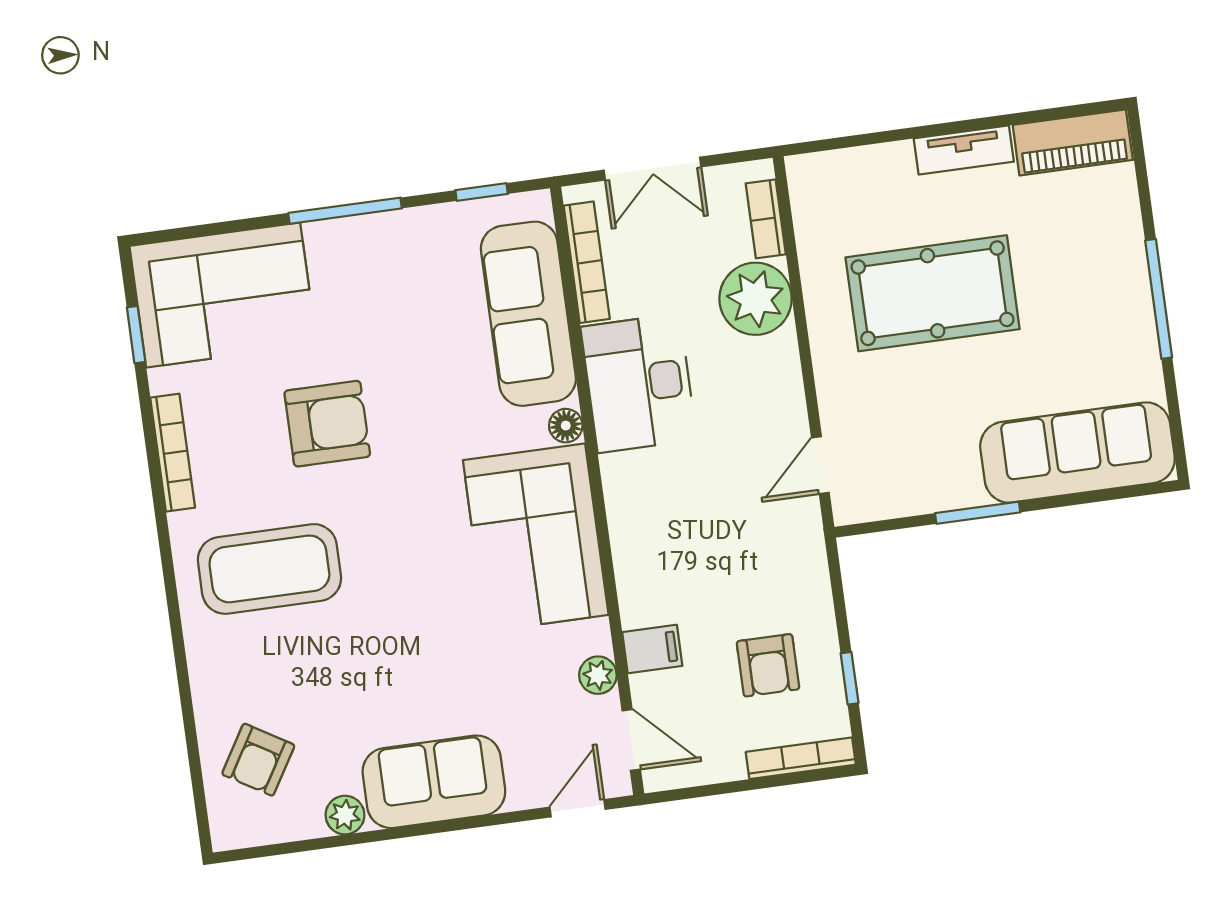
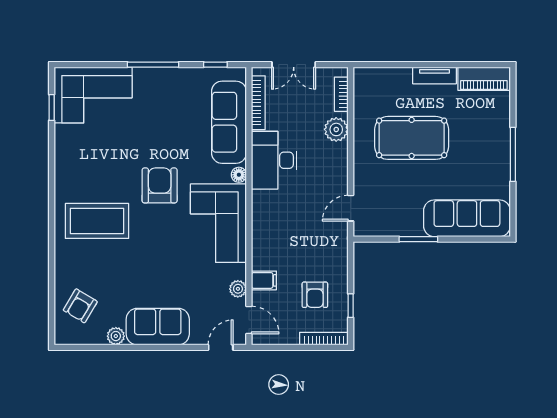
plant: (756, 299) -> (336, 129), width x0.73, depth x0.73
armchair: (327, 424) -> (160, 185), moved, turned -90
bookcase: (173, 453) -> (61, 163), removed

